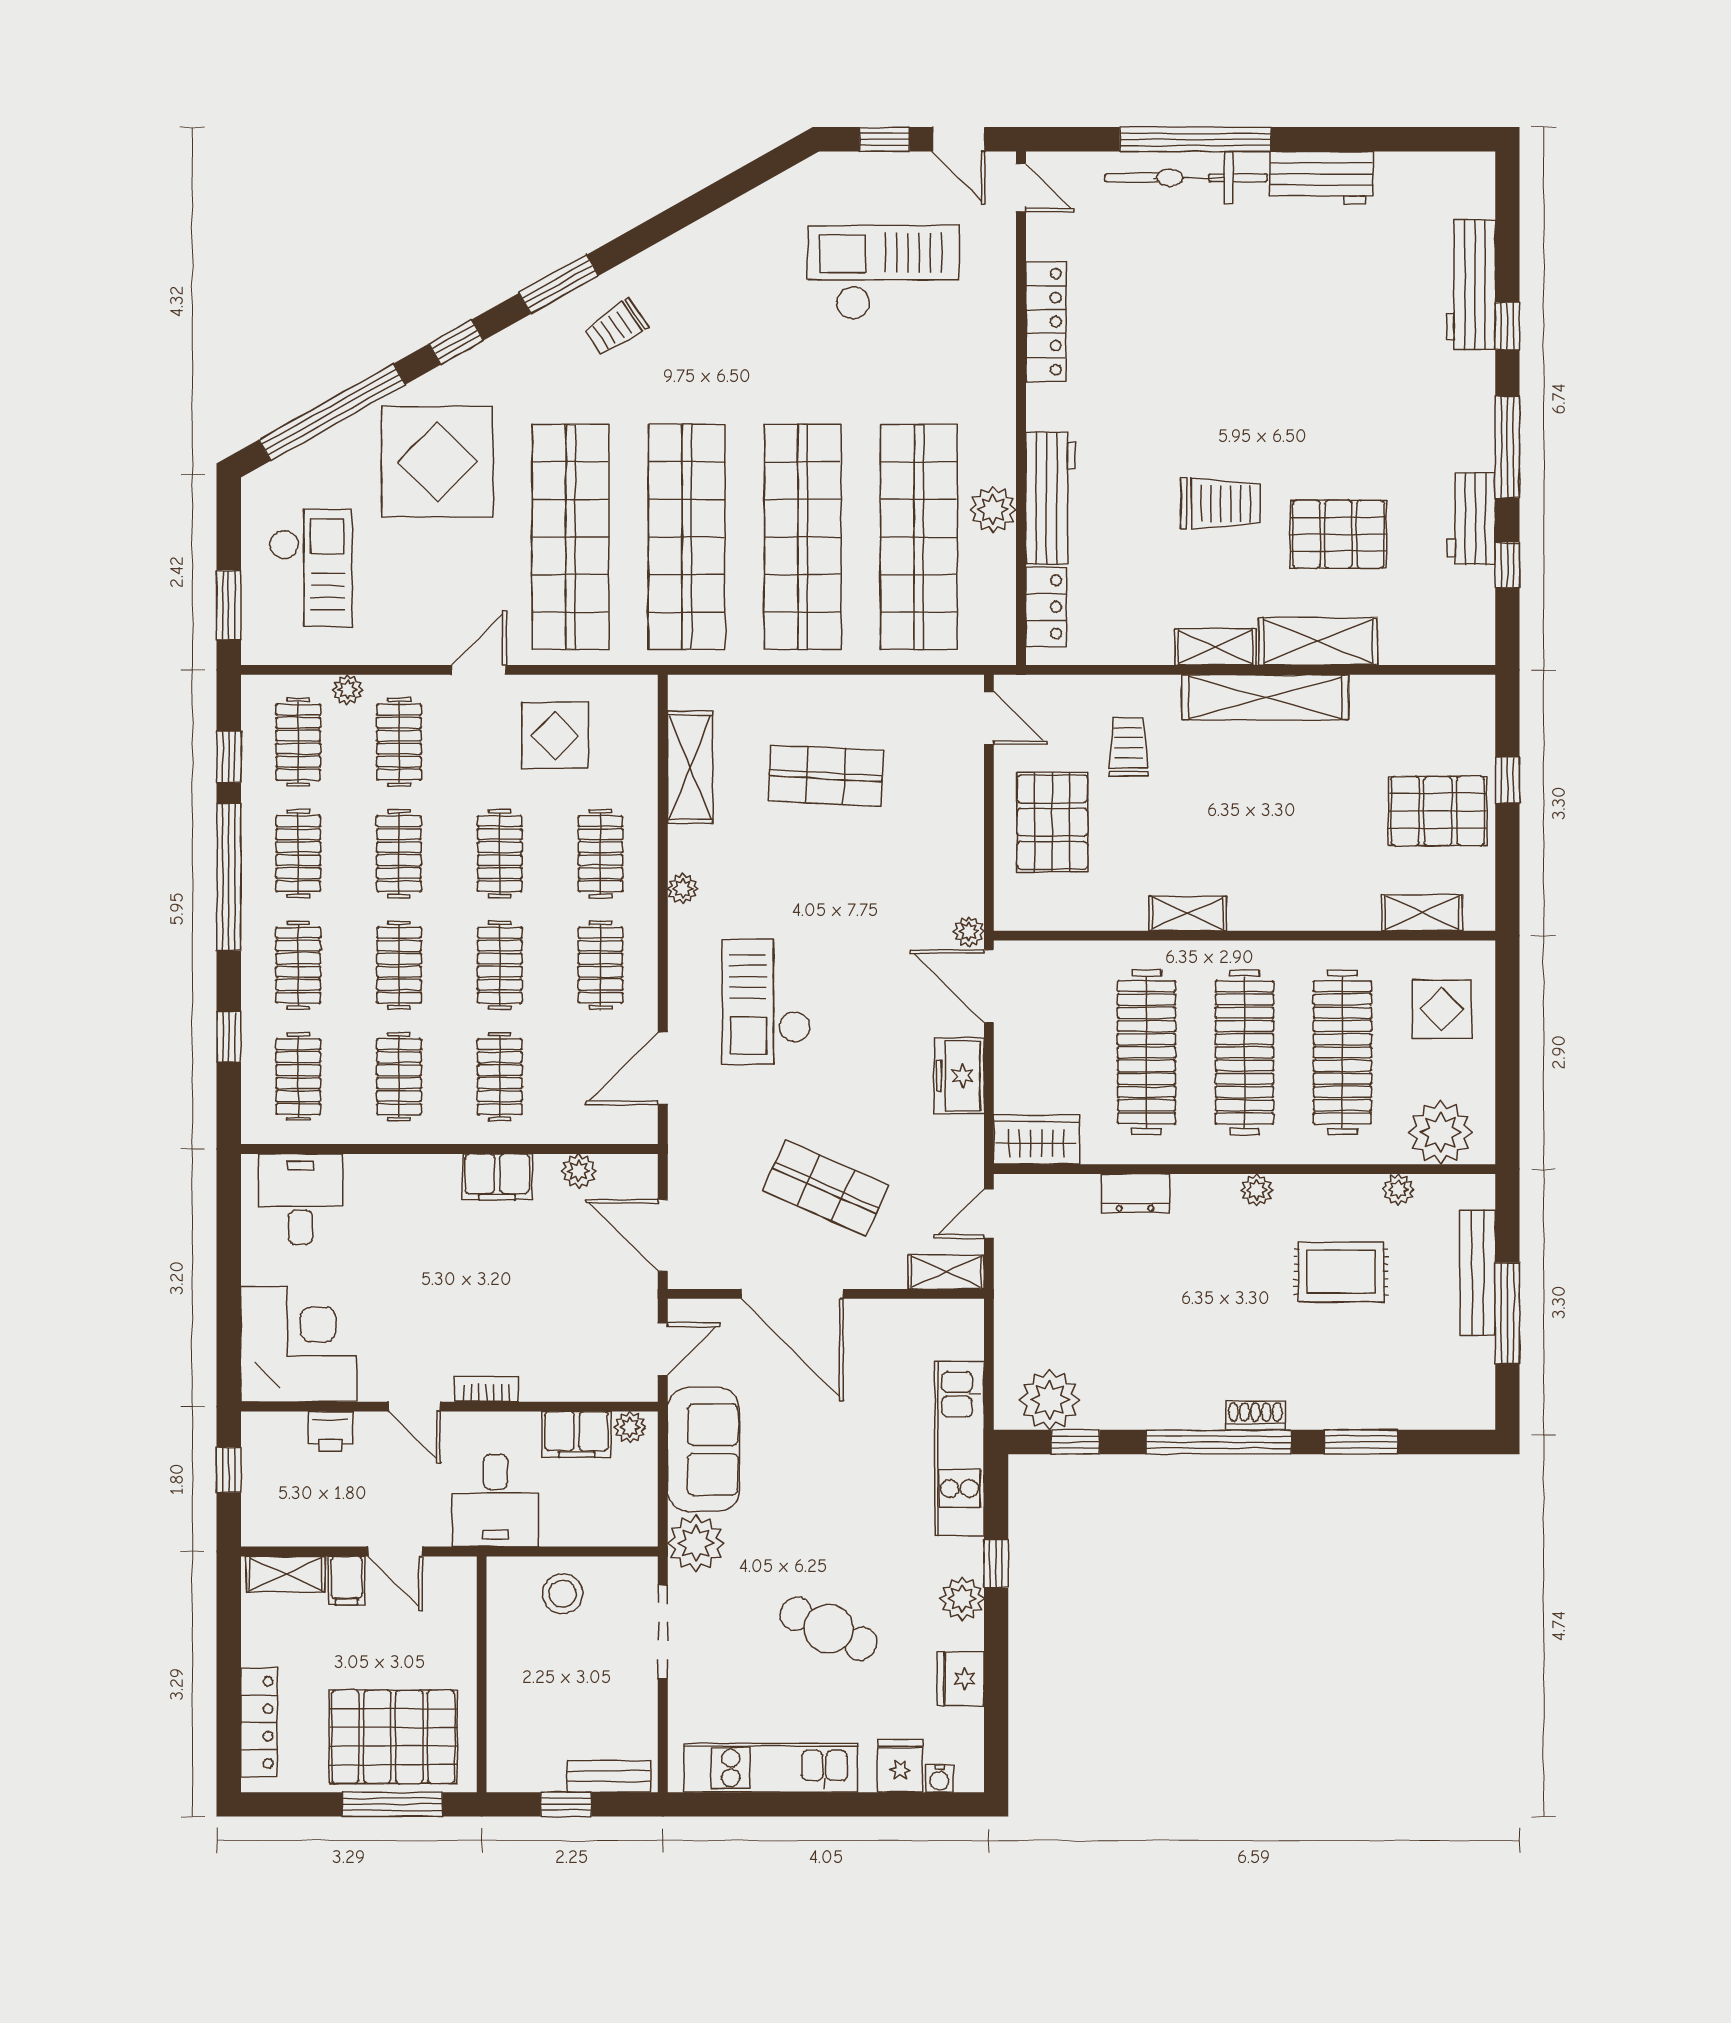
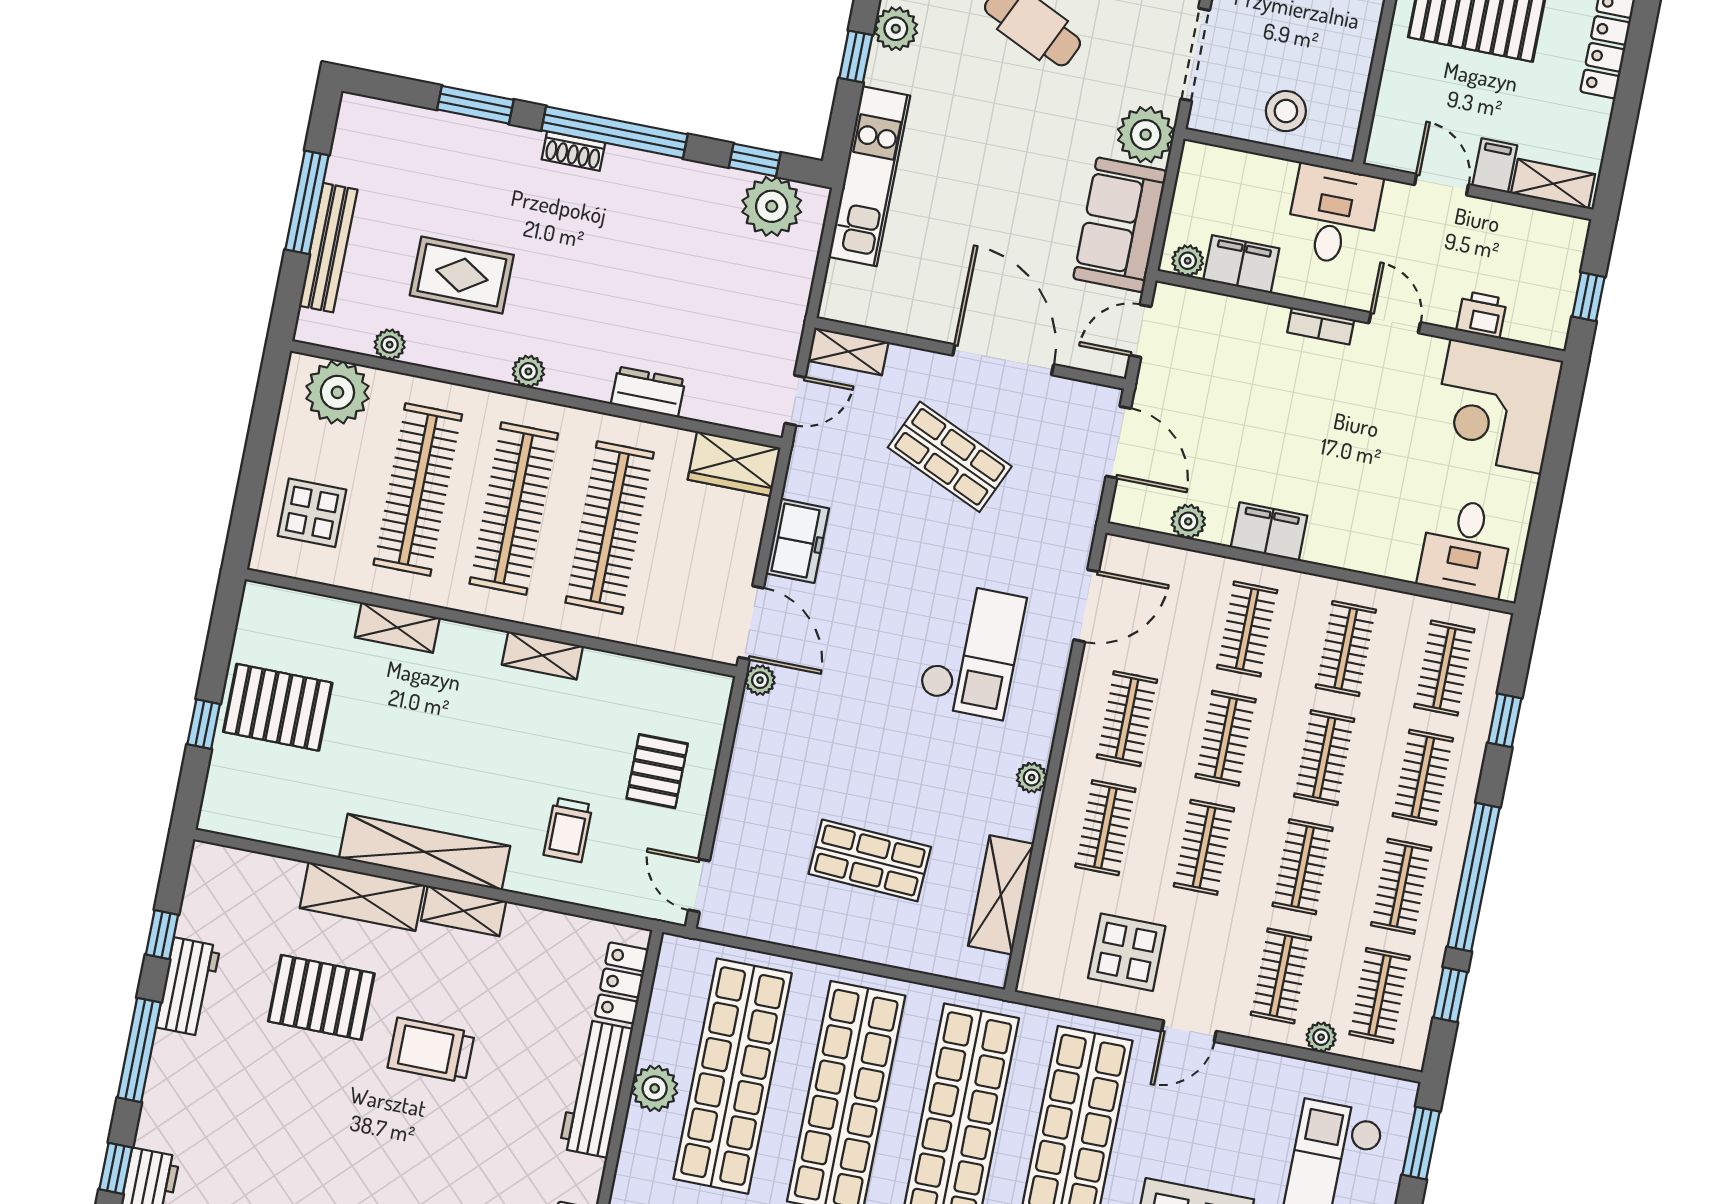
pallet: (1052, 822) -> (657, 771), width x0.67, depth x0.71
shelving: (1422, 913) -> (397, 627), moved

